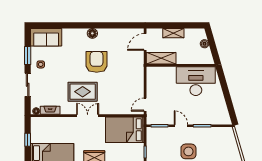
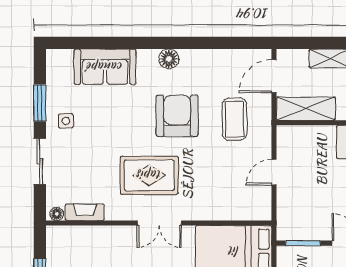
sofa: (46, 37) -> (105, 67), moved
coffee table: (125, 64) -> (235, 119), added
door: (145, 105) -> (274, 172), moved
double door: (88, 116) -> (159, 223), swing flipped

